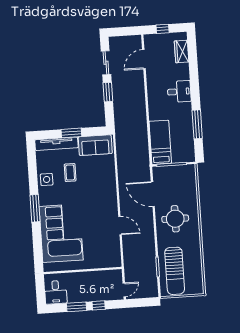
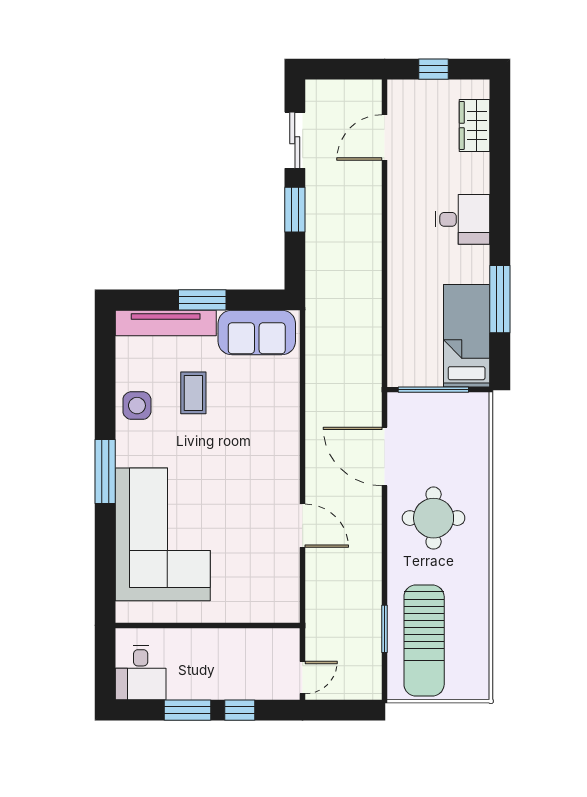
bed: (160, 142) -> (467, 336), moved

